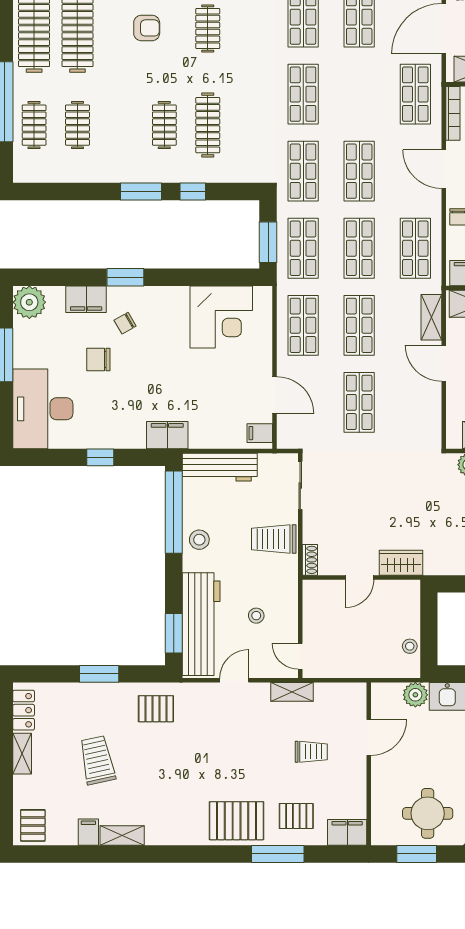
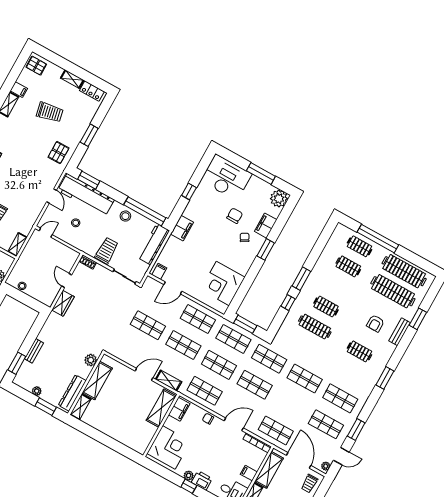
shelving: (292, 692) -> (17, 244), moved

